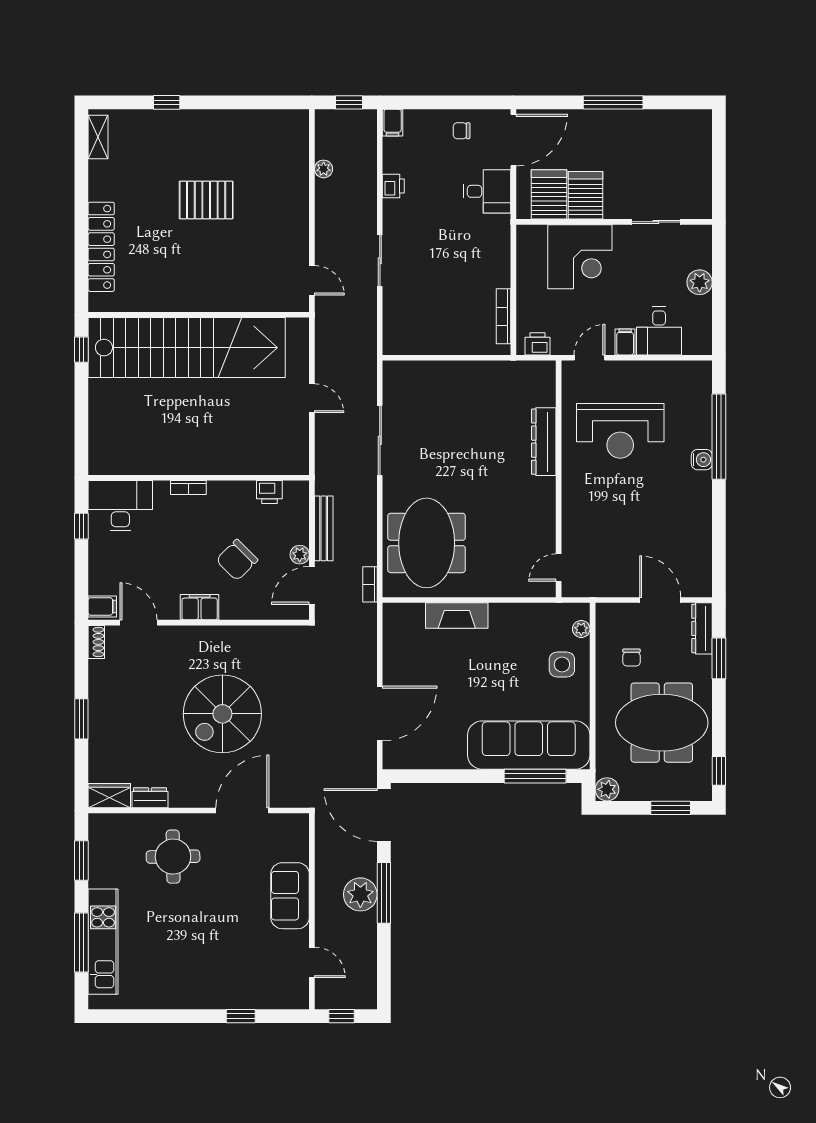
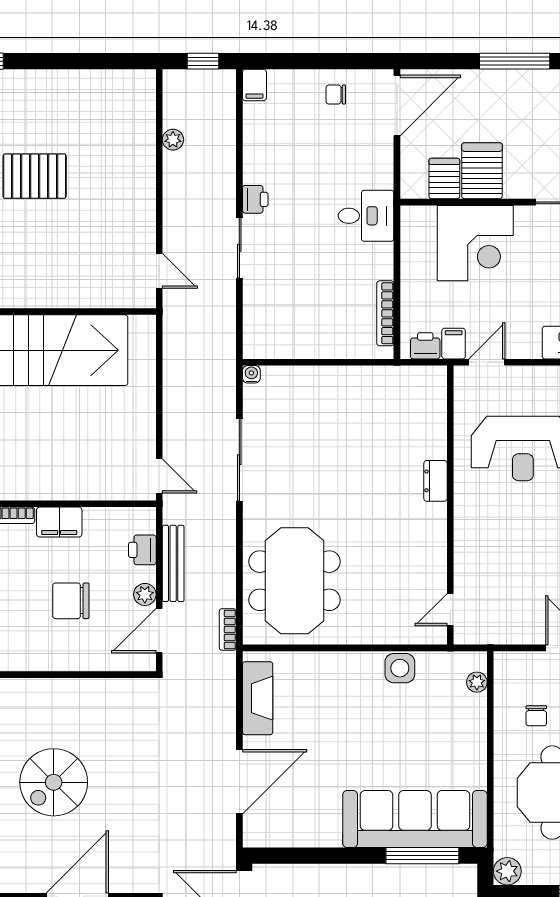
printer: (393, 186) -> (255, 199), moved
desk: (487, 191) -> (366, 216), moved
server rack: (549, 194) -> (444, 179), width x0.73, depth x0.70
filing cabinet: (625, 342) -> (454, 344), moved
water cooler: (390, 368) -> (251, 374), added
door: (312, 398) -> (159, 476), moved
dresser: (544, 442) -> (436, 481), width x0.51, depth x0.80
printer: (269, 492) -> (142, 550), moved, turned 90
chair: (237, 560) -> (71, 601), turned 45
filing cabinet: (200, 607) -> (59, 522), moved, turned 180
fireplace: (457, 615) -> (258, 698), moved, turned -90
side table: (562, 664) -> (400, 668), moved
spiral stairs: (222, 714) -> (54, 782), width x0.73, depth x0.73

